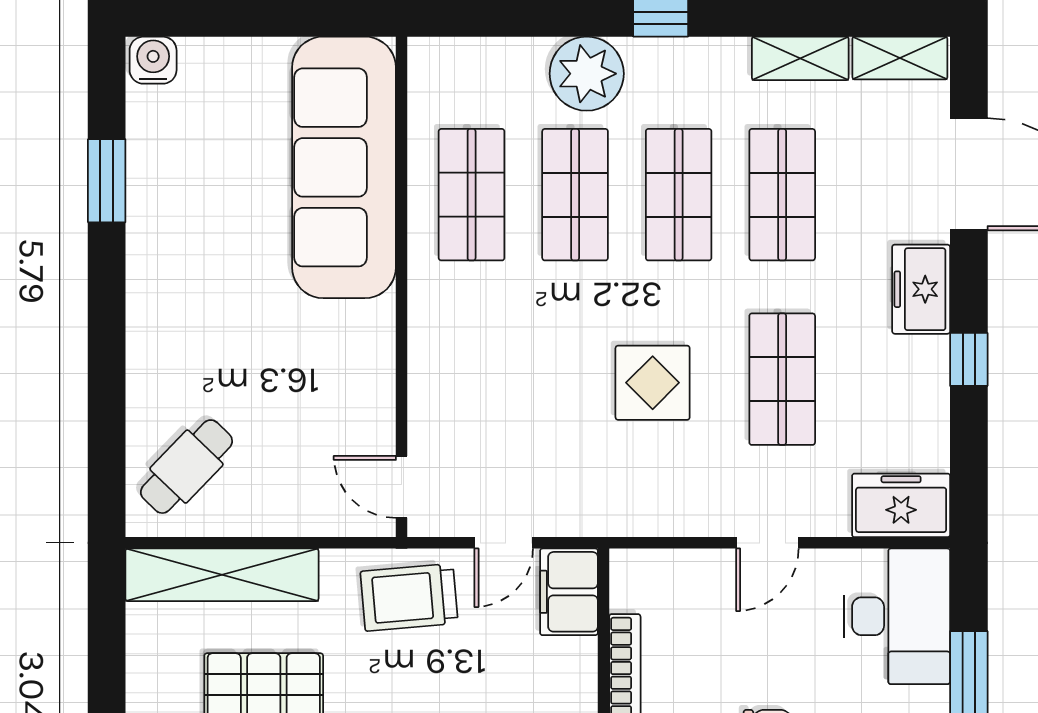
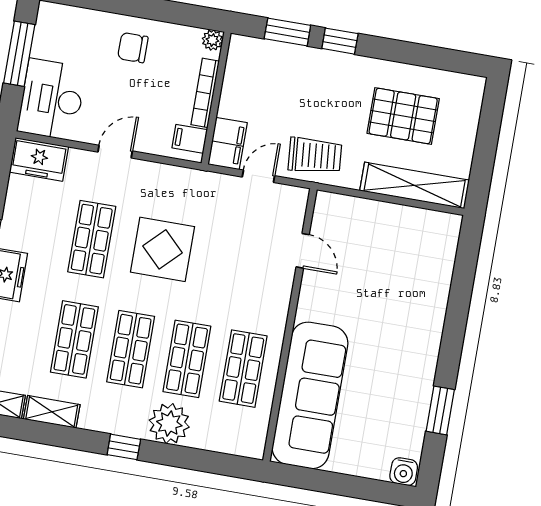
display table: (653, 383) -> (162, 249), width x1.36, depth x1.36
cafe table: (186, 467) -> (424, 248), removed
door: (402, 487) -> (303, 251), moved
filing cabinet: (638, 589) -> (190, 139), added

